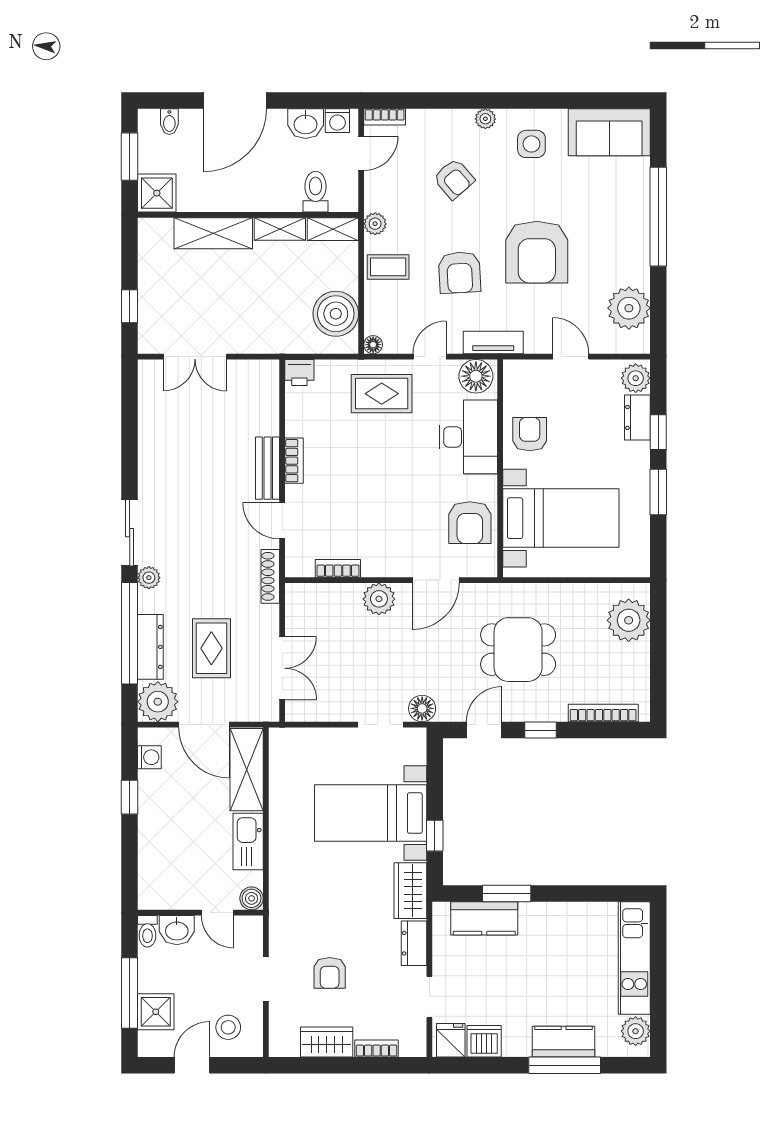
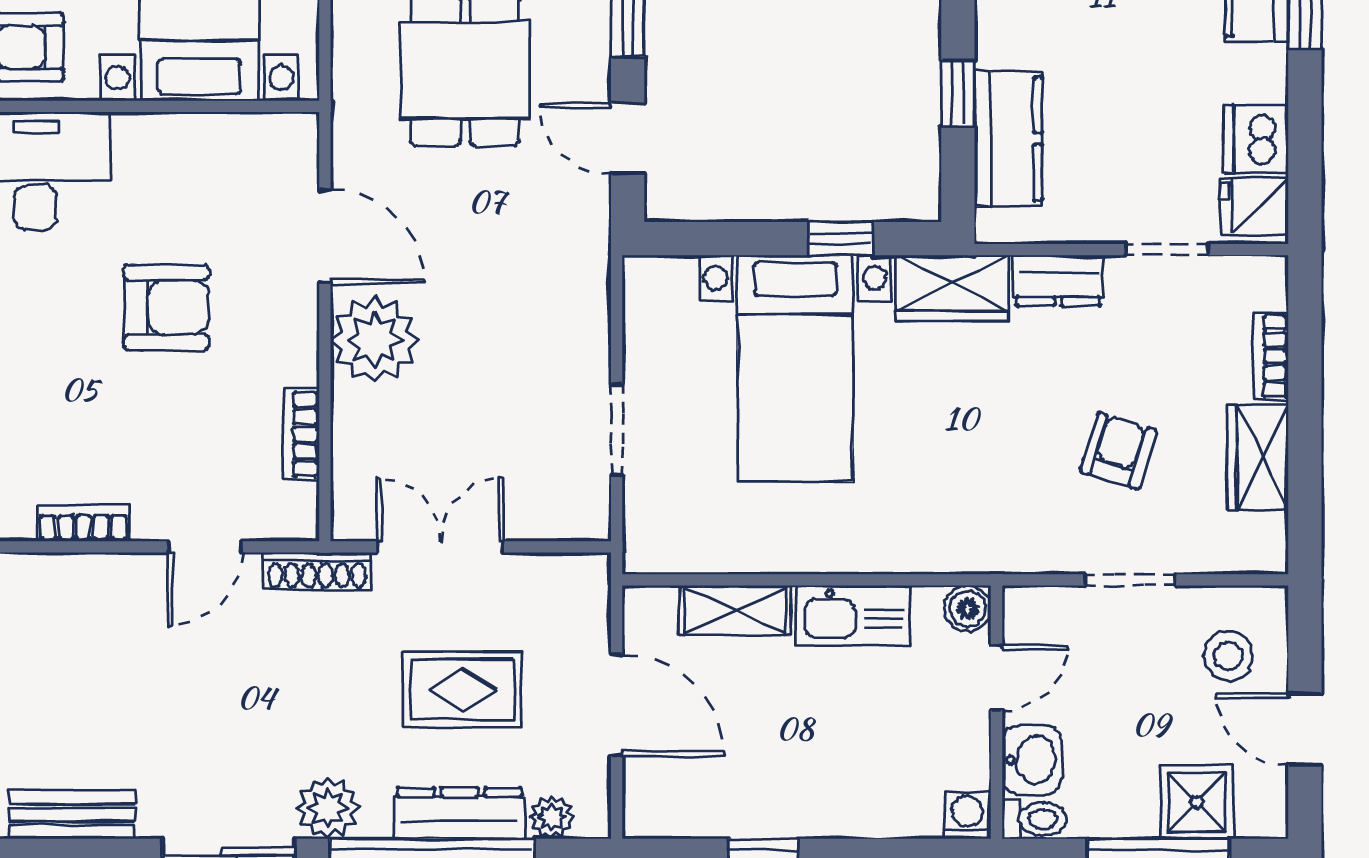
bench: (267, 468) -> (72, 815), moved
armchair: (470, 523) -> (167, 307), moved
plant: (149, 578) -> (328, 808), width x1.38, depth x1.38
plant: (379, 599) -> (374, 340), width x1.36, depth x1.36
double door: (282, 668) -> (440, 547), moved
plant: (158, 702) -> (551, 817), width x0.53, depth x0.53
floor lamp: (422, 708) -> (584, 264), removed
door: (204, 725) -> (617, 705), hinge flipped
doorway: (380, 725) -> (617, 430), moved
washing machine: (149, 757) -> (967, 815), moved
shelving: (247, 770) -> (735, 610), width x0.67, depth x0.75
window: (507, 894) -> (958, 93), width x0.67
armchair: (330, 973) -> (1118, 451), turned -73

